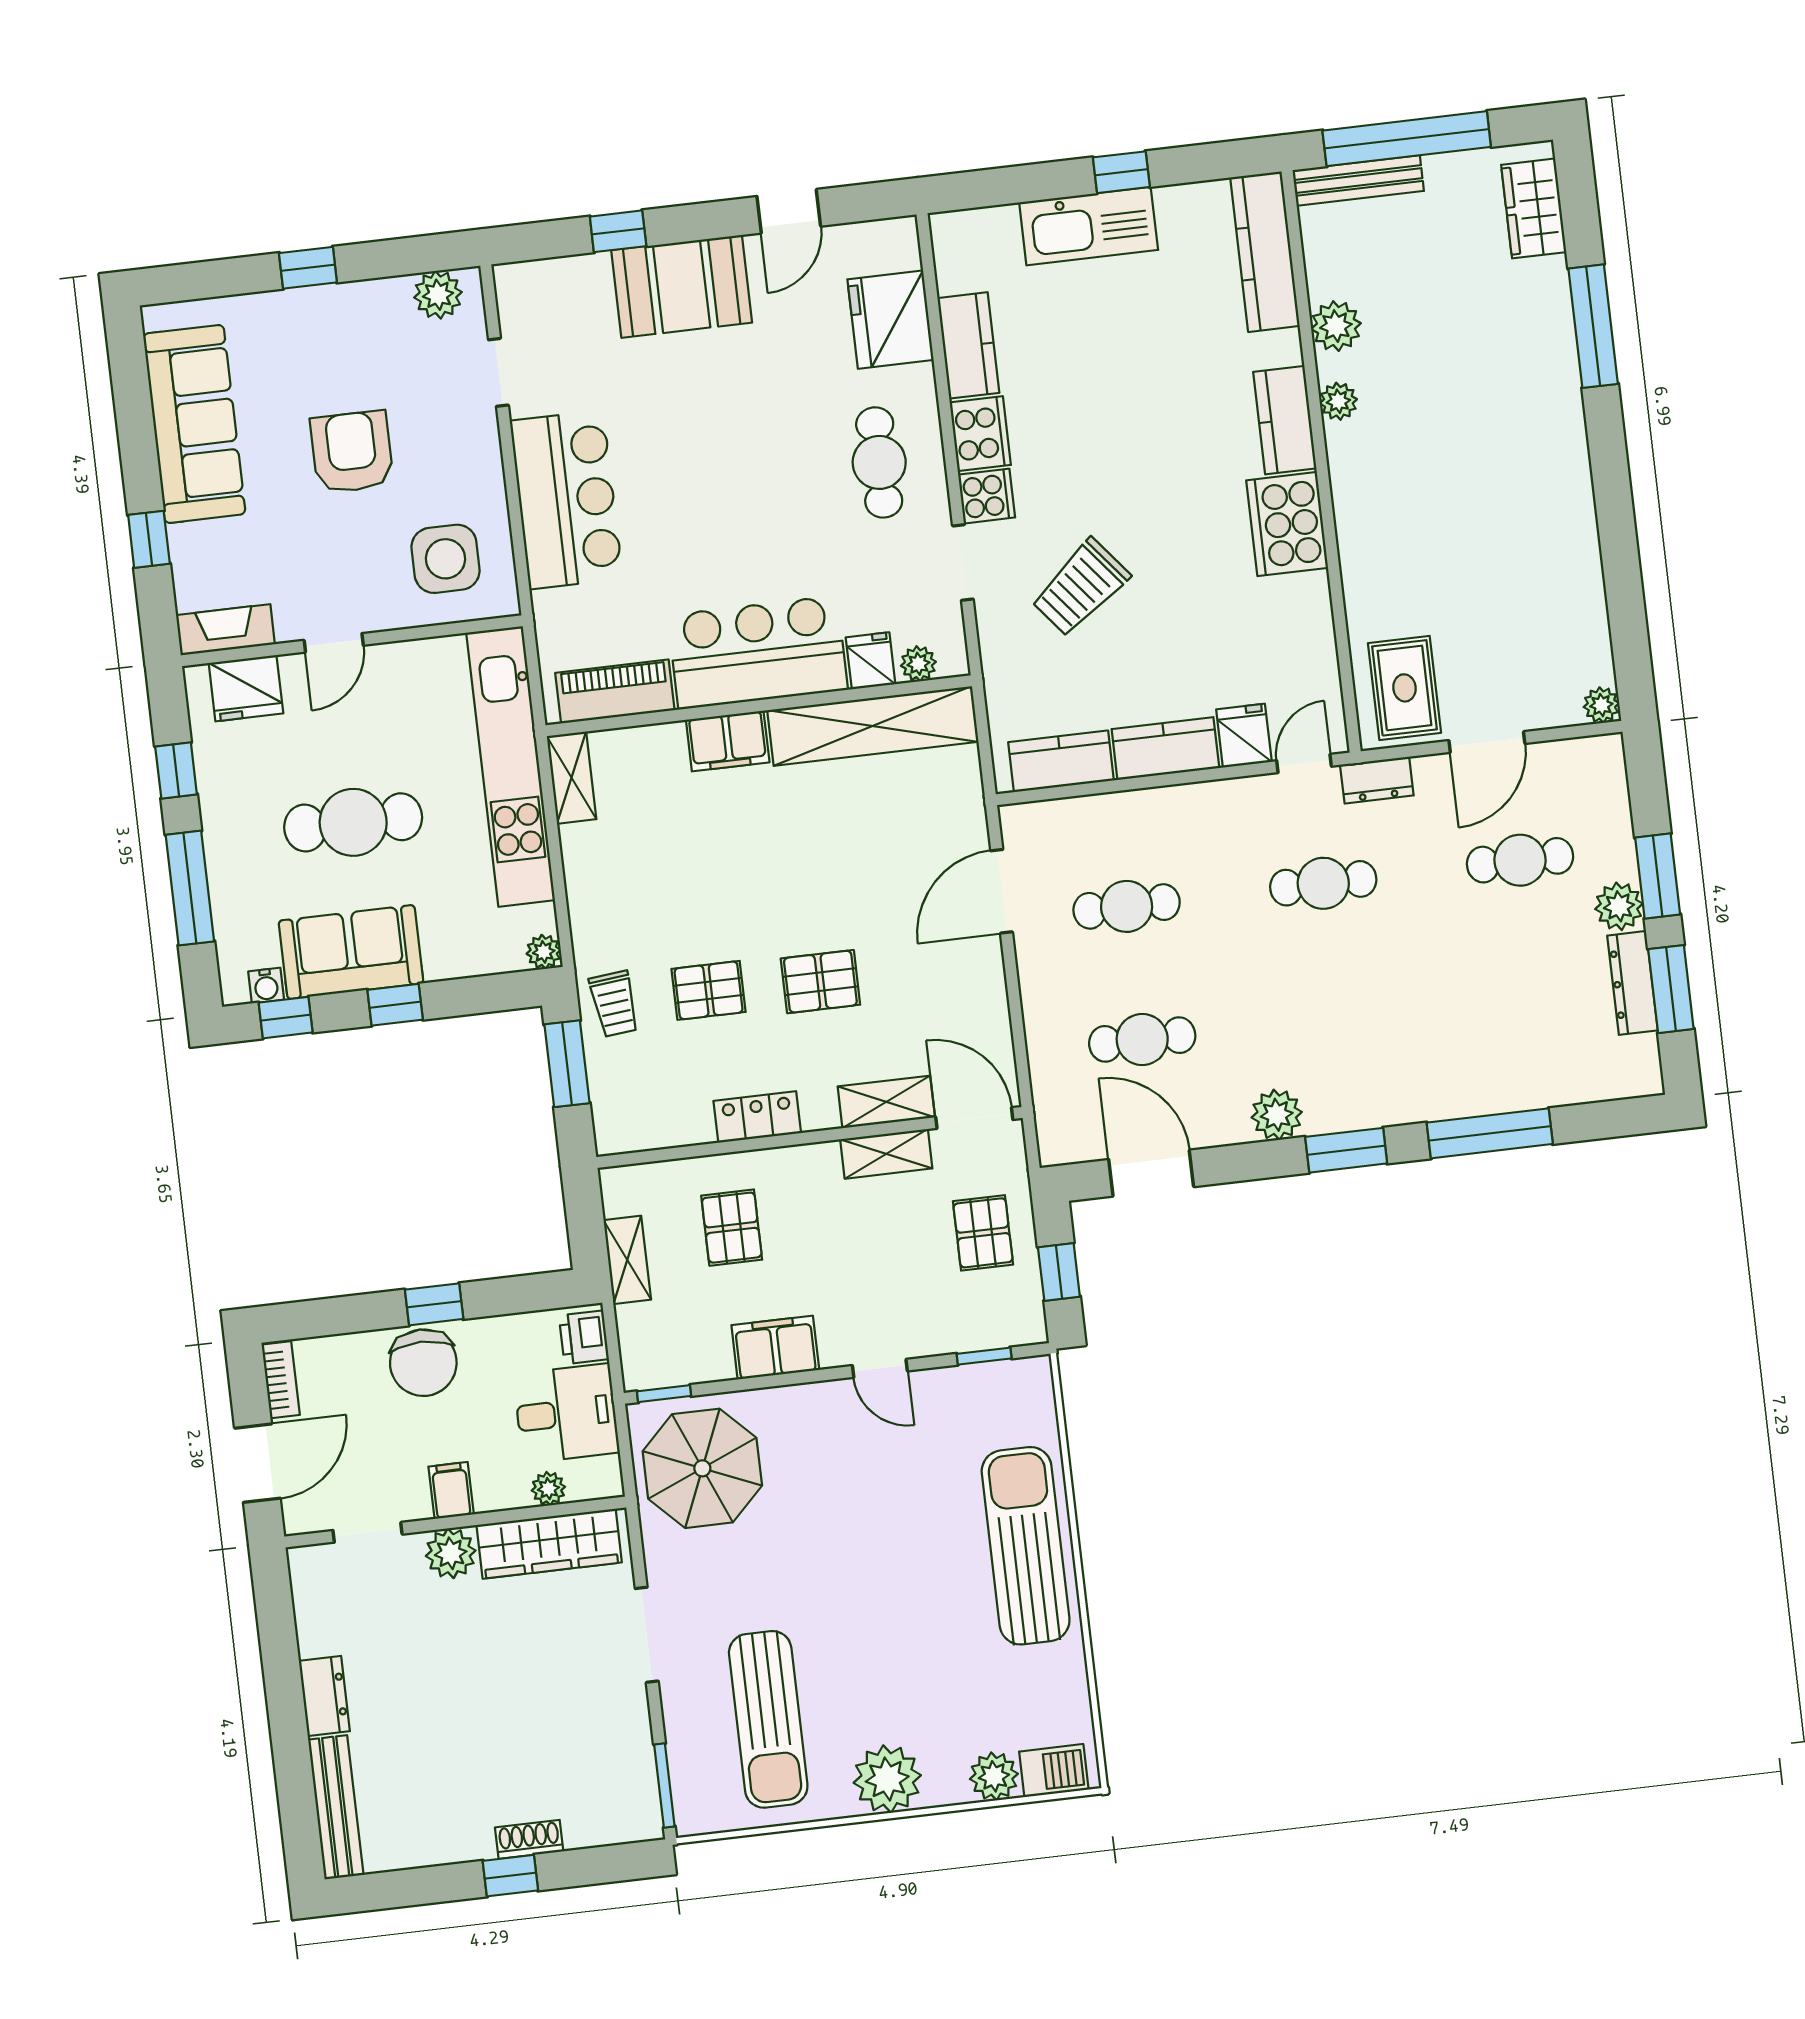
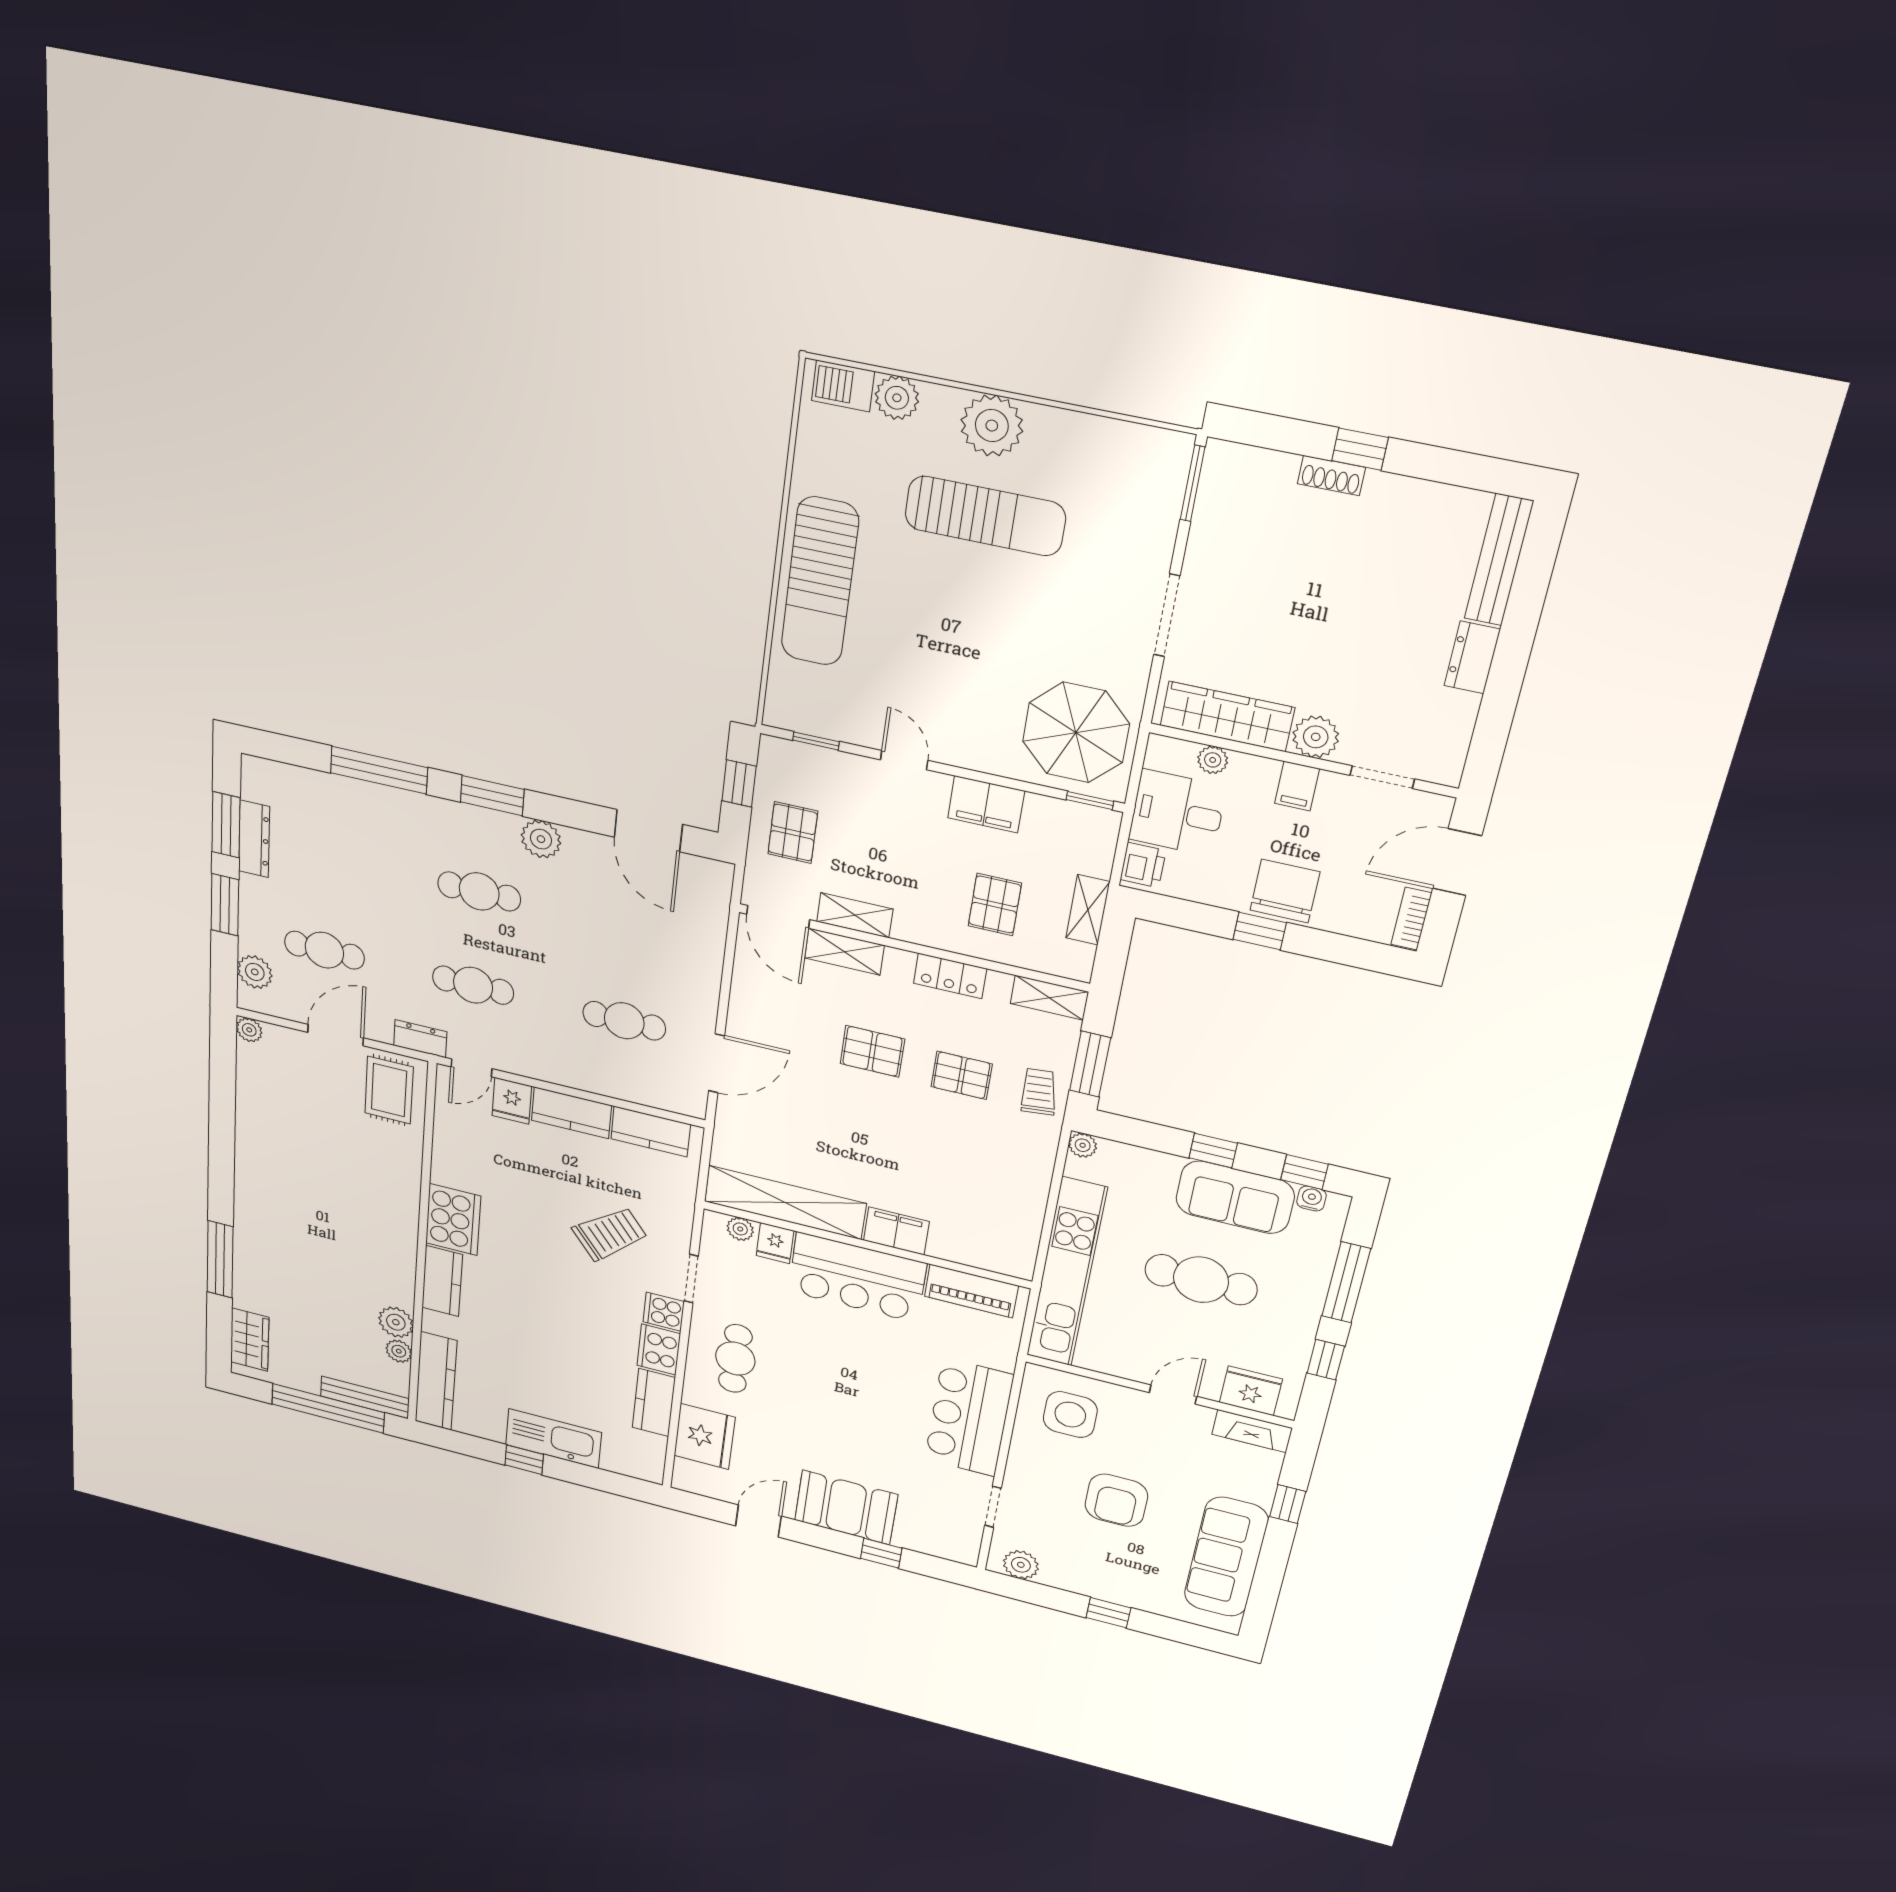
plant: (1338, 401) -> (399, 1351), moved
shelving: (571, 778) -> (1049, 998), moved, turned 90
plant: (1619, 906) -> (255, 972), moved
cafe table: (1142, 1039) -> (479, 891), moved
sun lounger: (768, 1719) -> (985, 516), moved, turned 90

